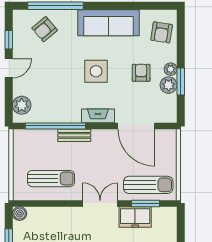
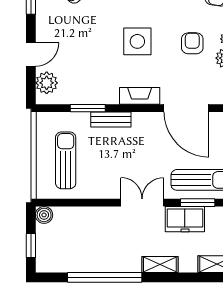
door: (9, 68) -> (31, 55), moved
window: (55, 126) -> (88, 108), width x0.47
sun lounger: (51, 179) -> (66, 160), moved, turned -90

